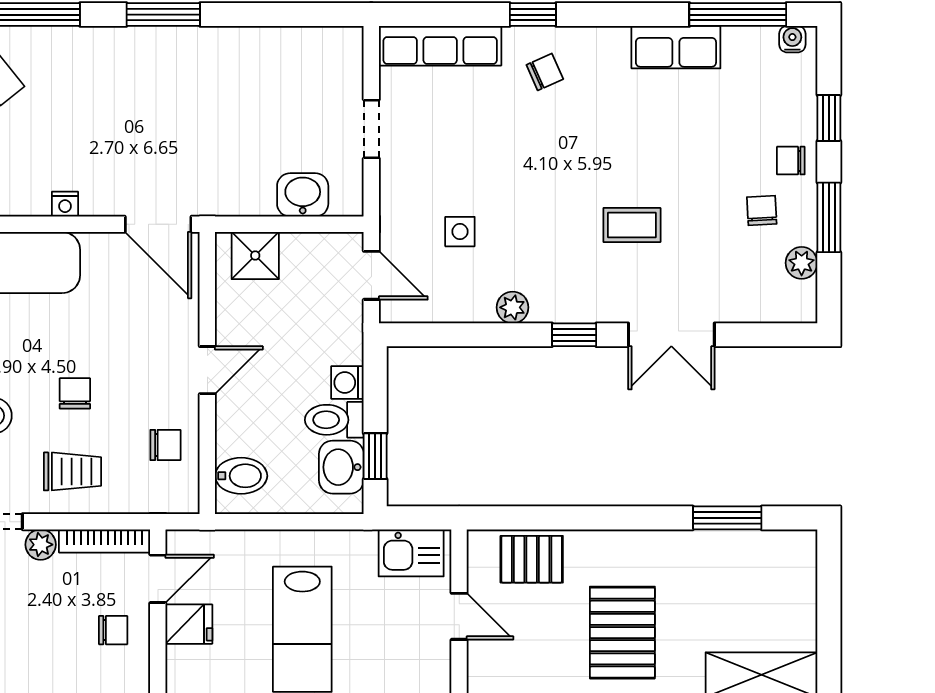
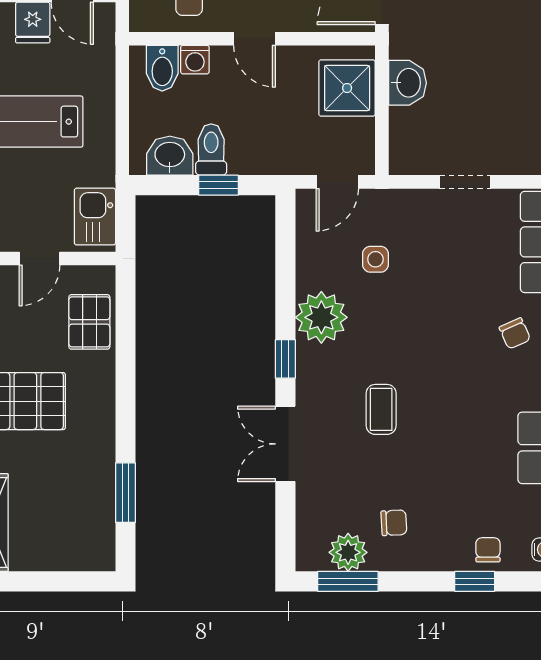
chair: (791, 161) -> (488, 550), moved
washbasin: (303, 195) -> (407, 83), moved
window: (829, 217) -> (348, 581), moved
shower: (255, 256) -> (347, 88), width x1.36, depth x1.36
plant: (802, 263) -> (348, 552), width x1.38, depth x1.38
plant: (513, 307) -> (321, 317), width x1.88, depth x1.88
washing machine: (347, 383) -> (195, 60), moved, turned 180
window: (375, 456) -> (219, 185), moved

